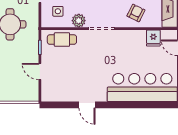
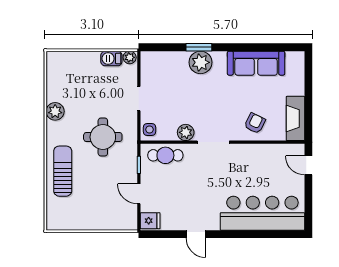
side table: (58, 11) -> (149, 130), moved
fridge: (153, 38) -> (150, 221), moved, turned -90

